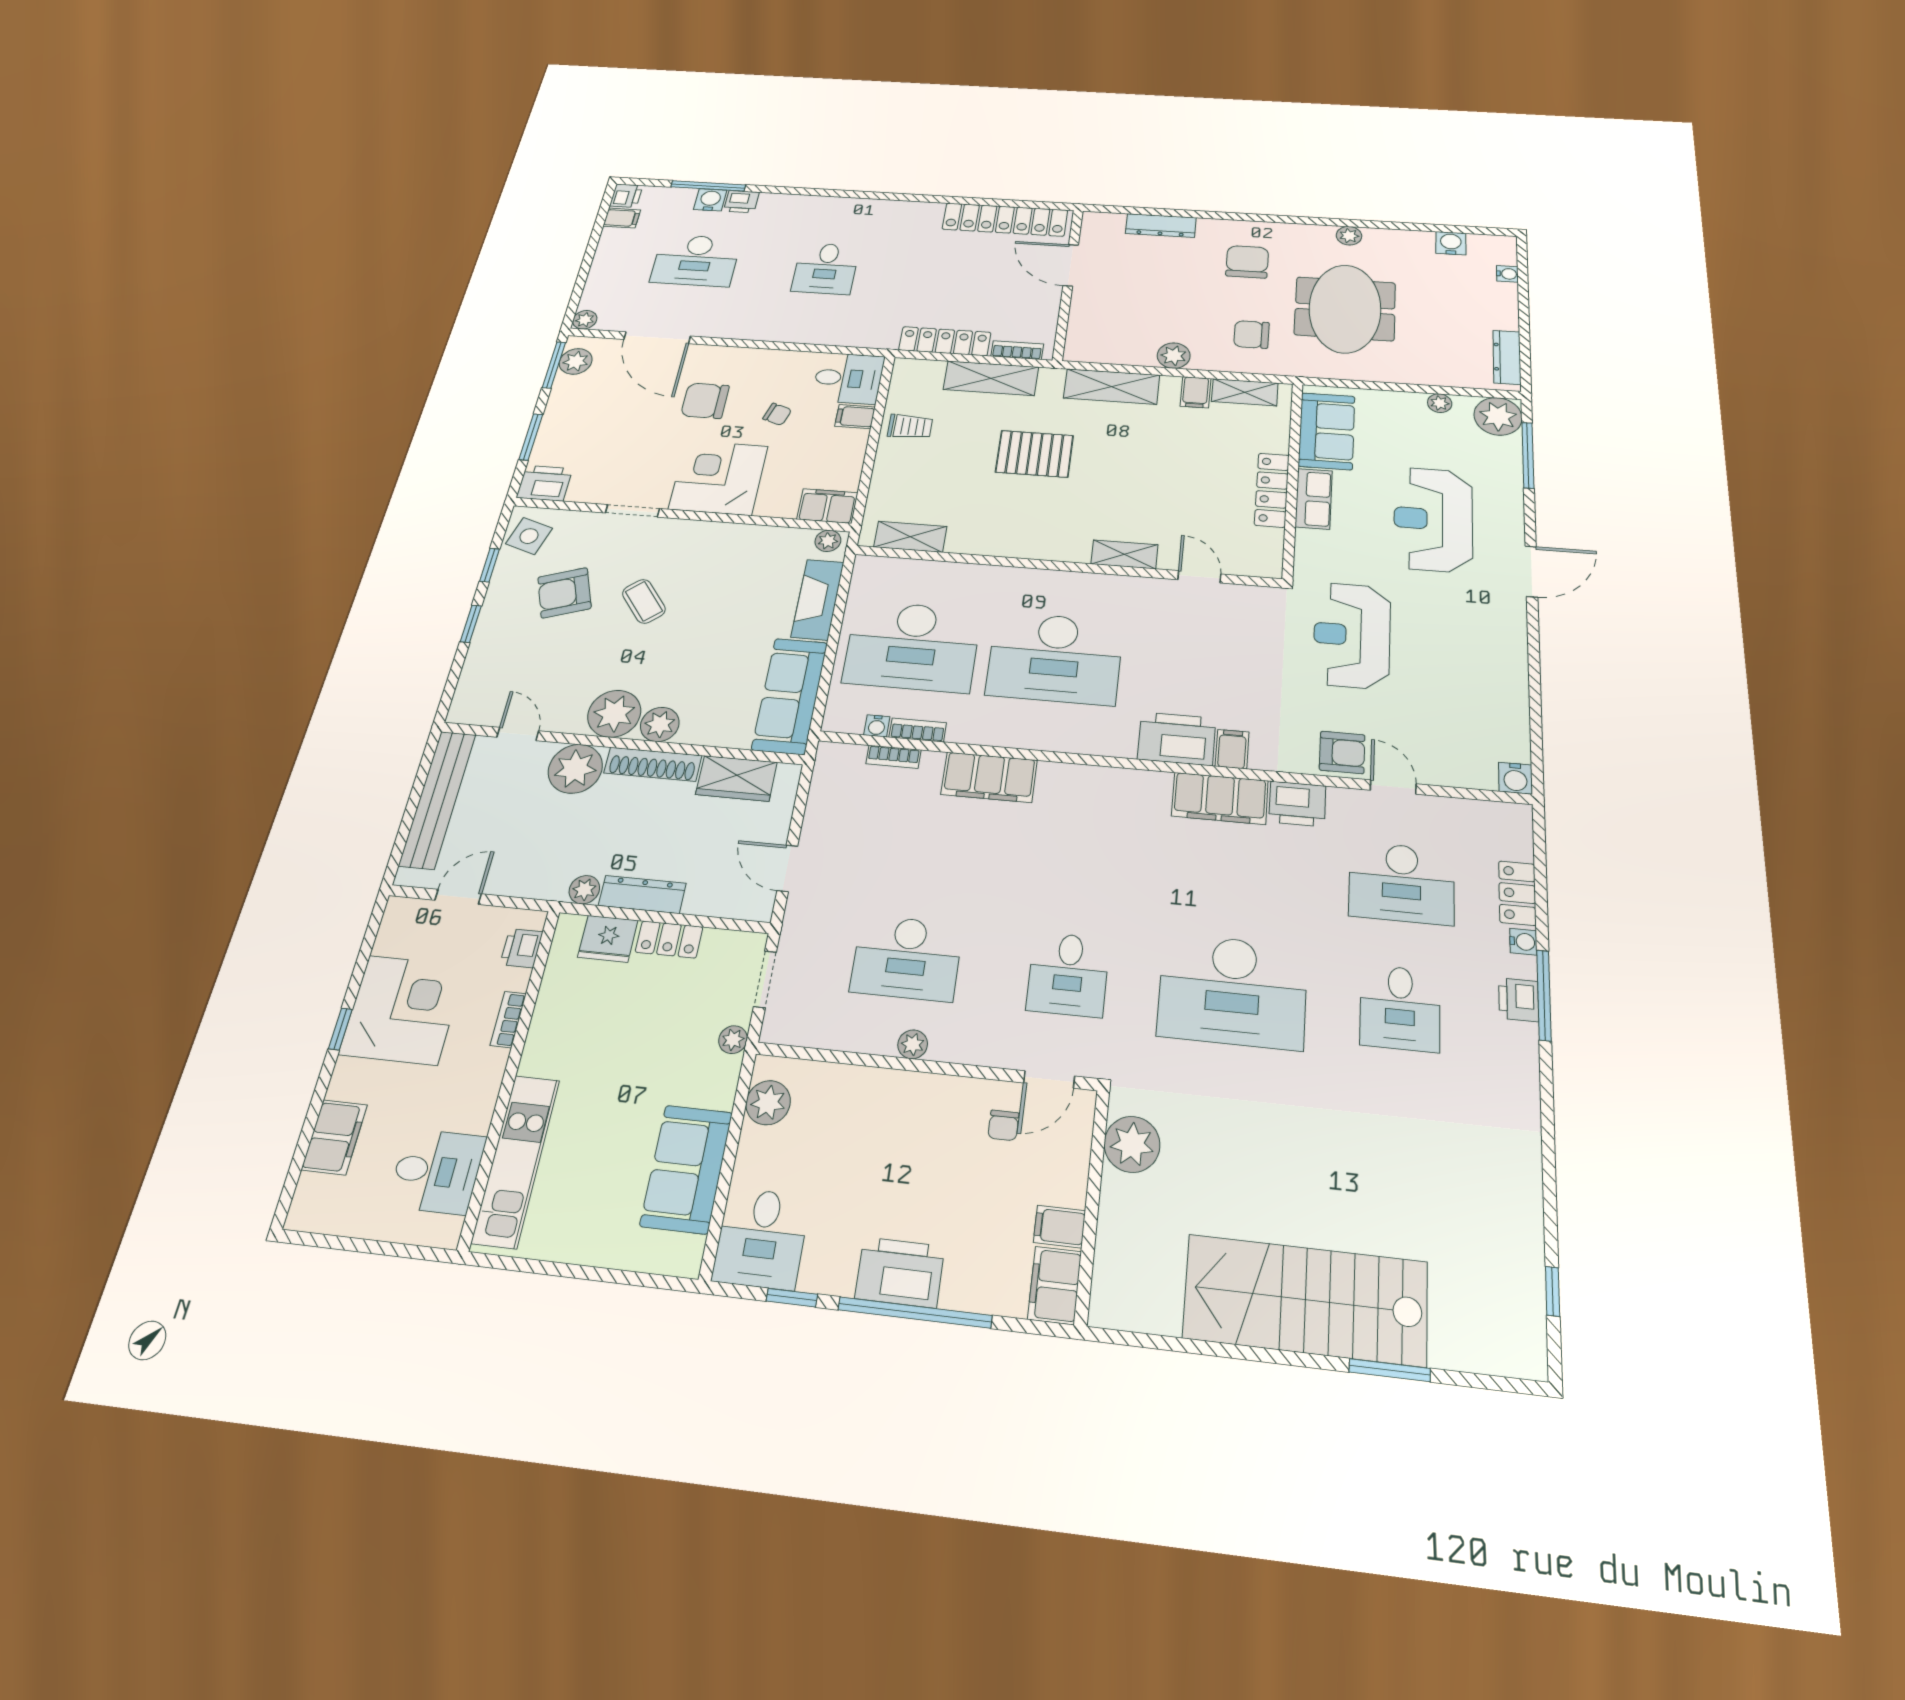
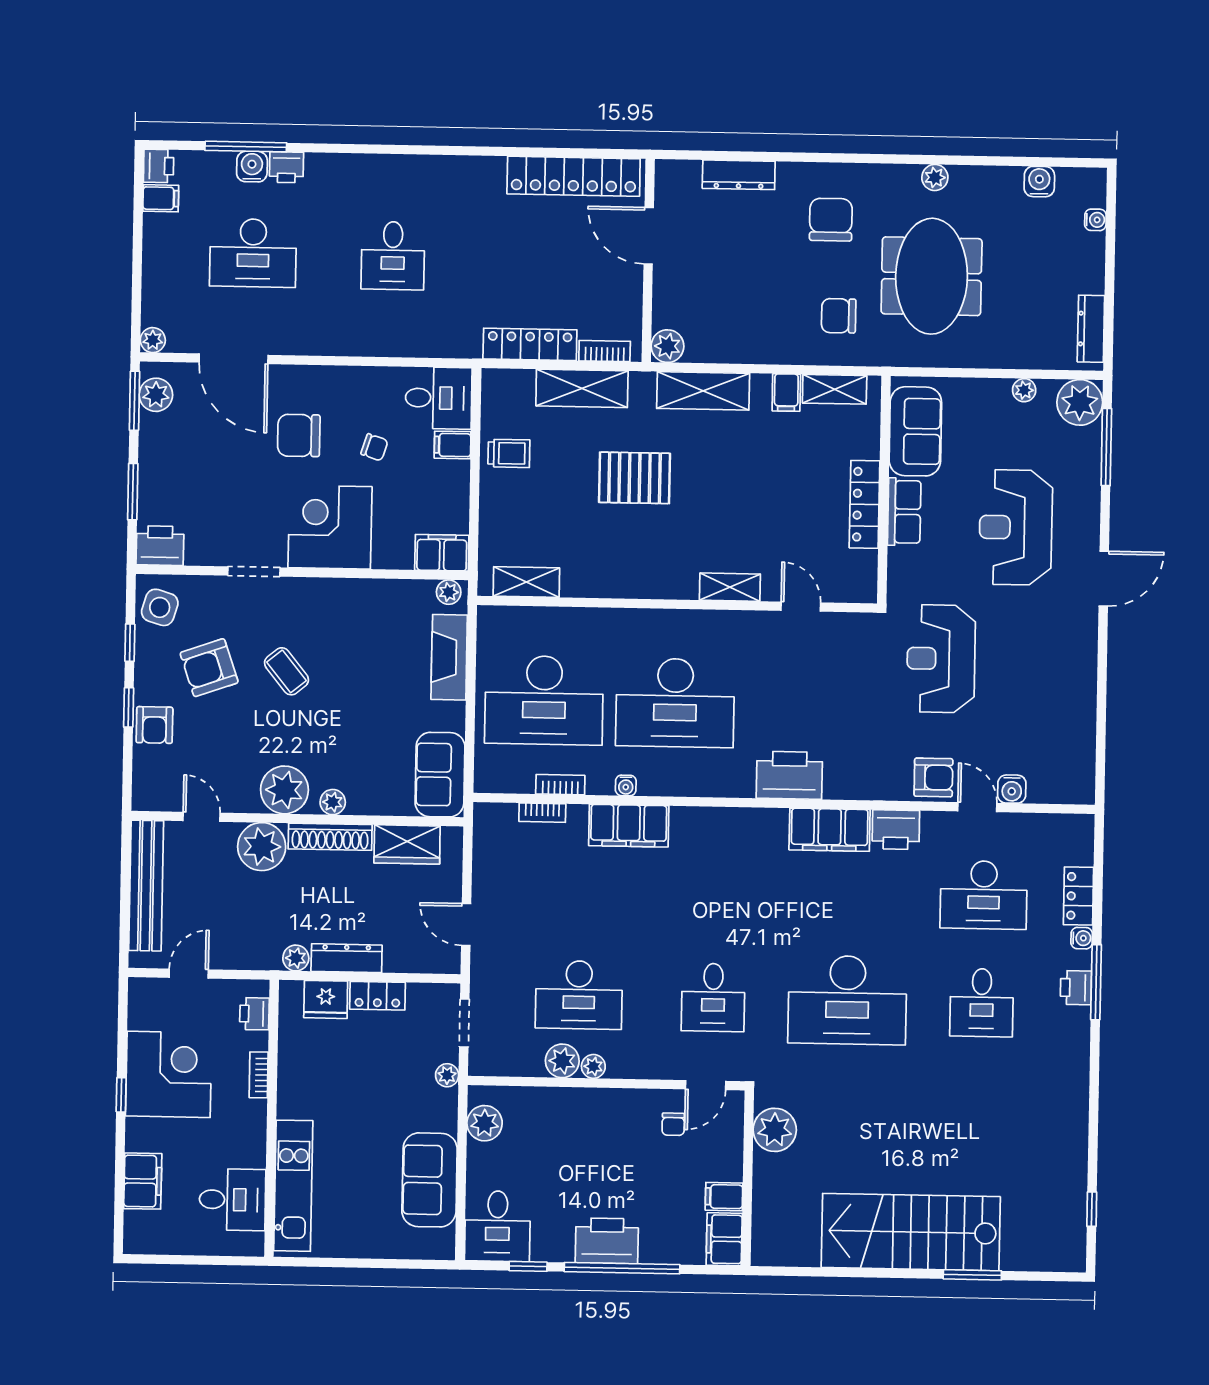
plant: (1174, 356) -> (668, 346), moved
armchair: (493, 642) -> (154, 725), added
sofa: (790, 696) -> (440, 775), width x0.73
plant: (660, 724) -> (333, 802), width x0.73, depth x0.73
water cooler: (877, 726) -> (626, 785), moved
filing cabinet: (1232, 749) -> (838, 782), removed
water cooler: (1515, 778) -> (1012, 789), moved
plant: (876, 1034) -> (562, 1061), added

